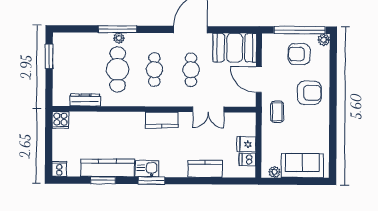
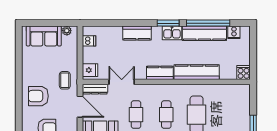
dresser: (85, 100) -> (95, 89), moved
kitchen counter: (117, 121) -> (197, 72), added
fridge: (246, 144) -> (90, 70), moved
cooker: (59, 169) -> (234, 32), moved
kitchen counter: (205, 169) -> (137, 33), moved
window: (103, 180) -> (208, 23), width x2.11

